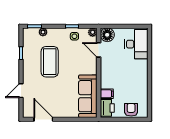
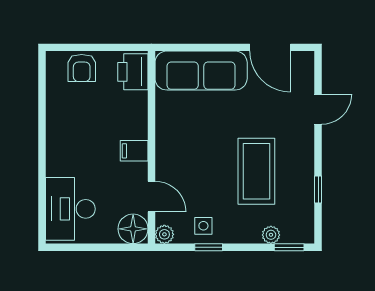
filing cabinet: (107, 94) -> (134, 151), moved
sofa: (88, 96) -> (201, 71), moved, turned 90

